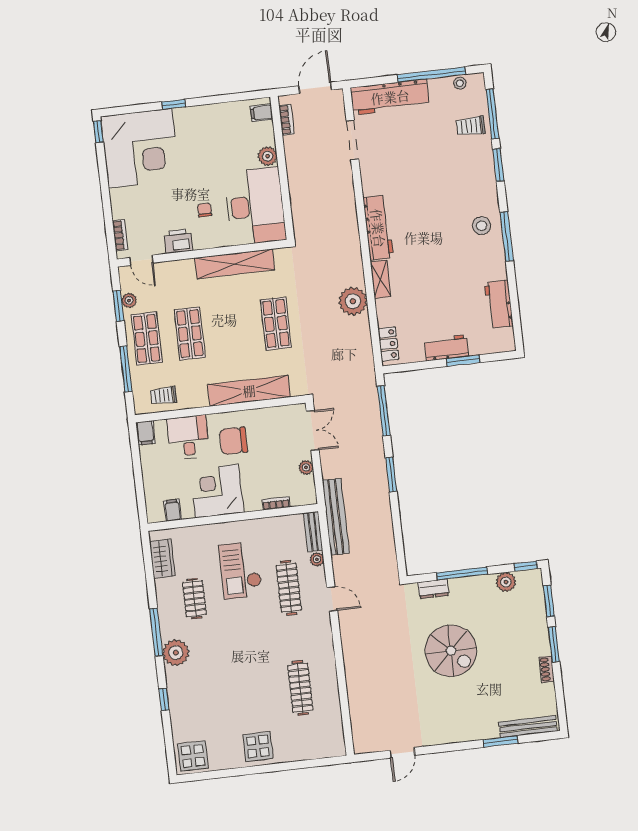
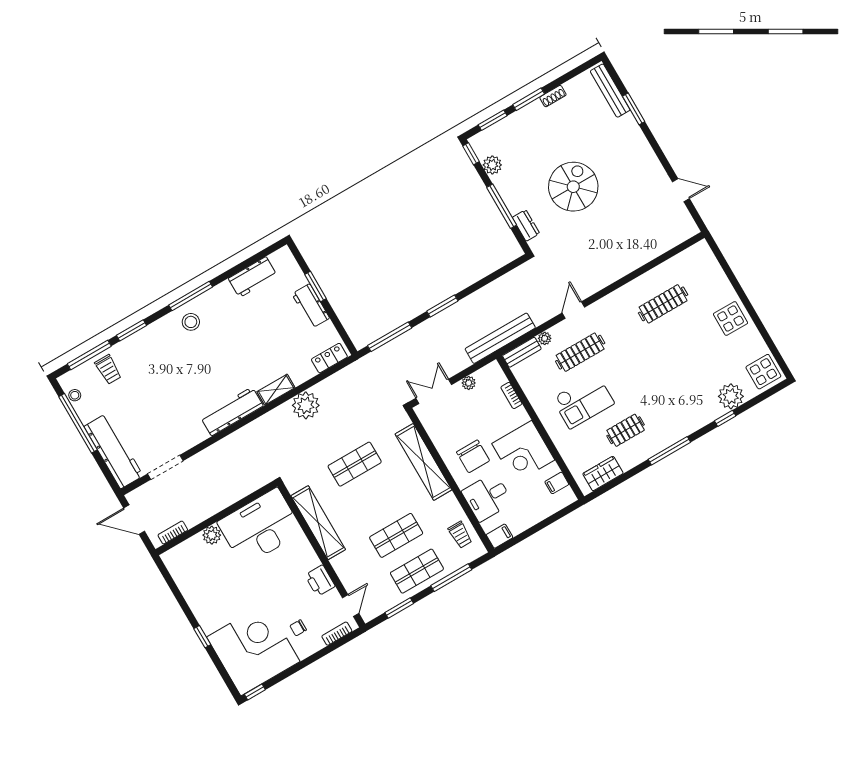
filing cabinet: (262, 113) -> (176, 557), removed
chair: (205, 210) -> (298, 628), moved
plant: (129, 300) -> (390, 601), removed
plant: (176, 653) -> (731, 396), moved

